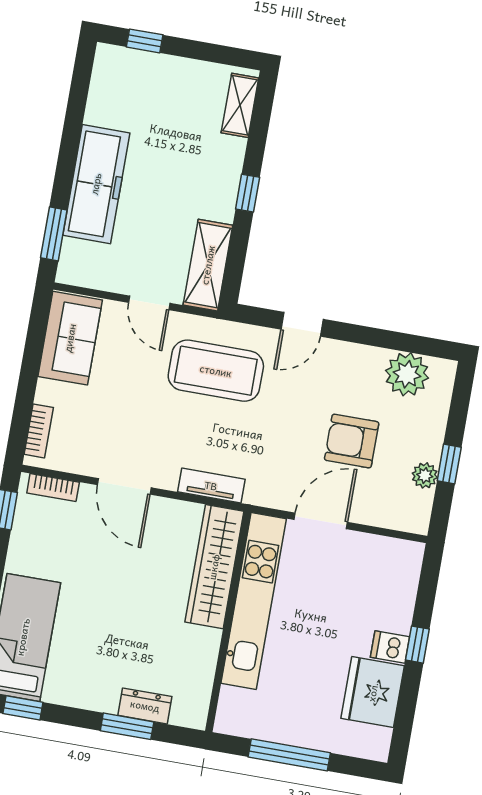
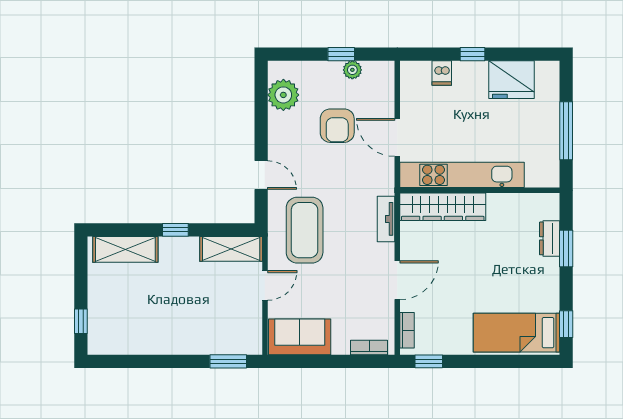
shelving: (240, 105) -> (125, 249), width x1.50, depth x1.33
freezer: (96, 184) -> (188, 337), removed
dishwasher: (390, 647) -> (442, 73), moved

